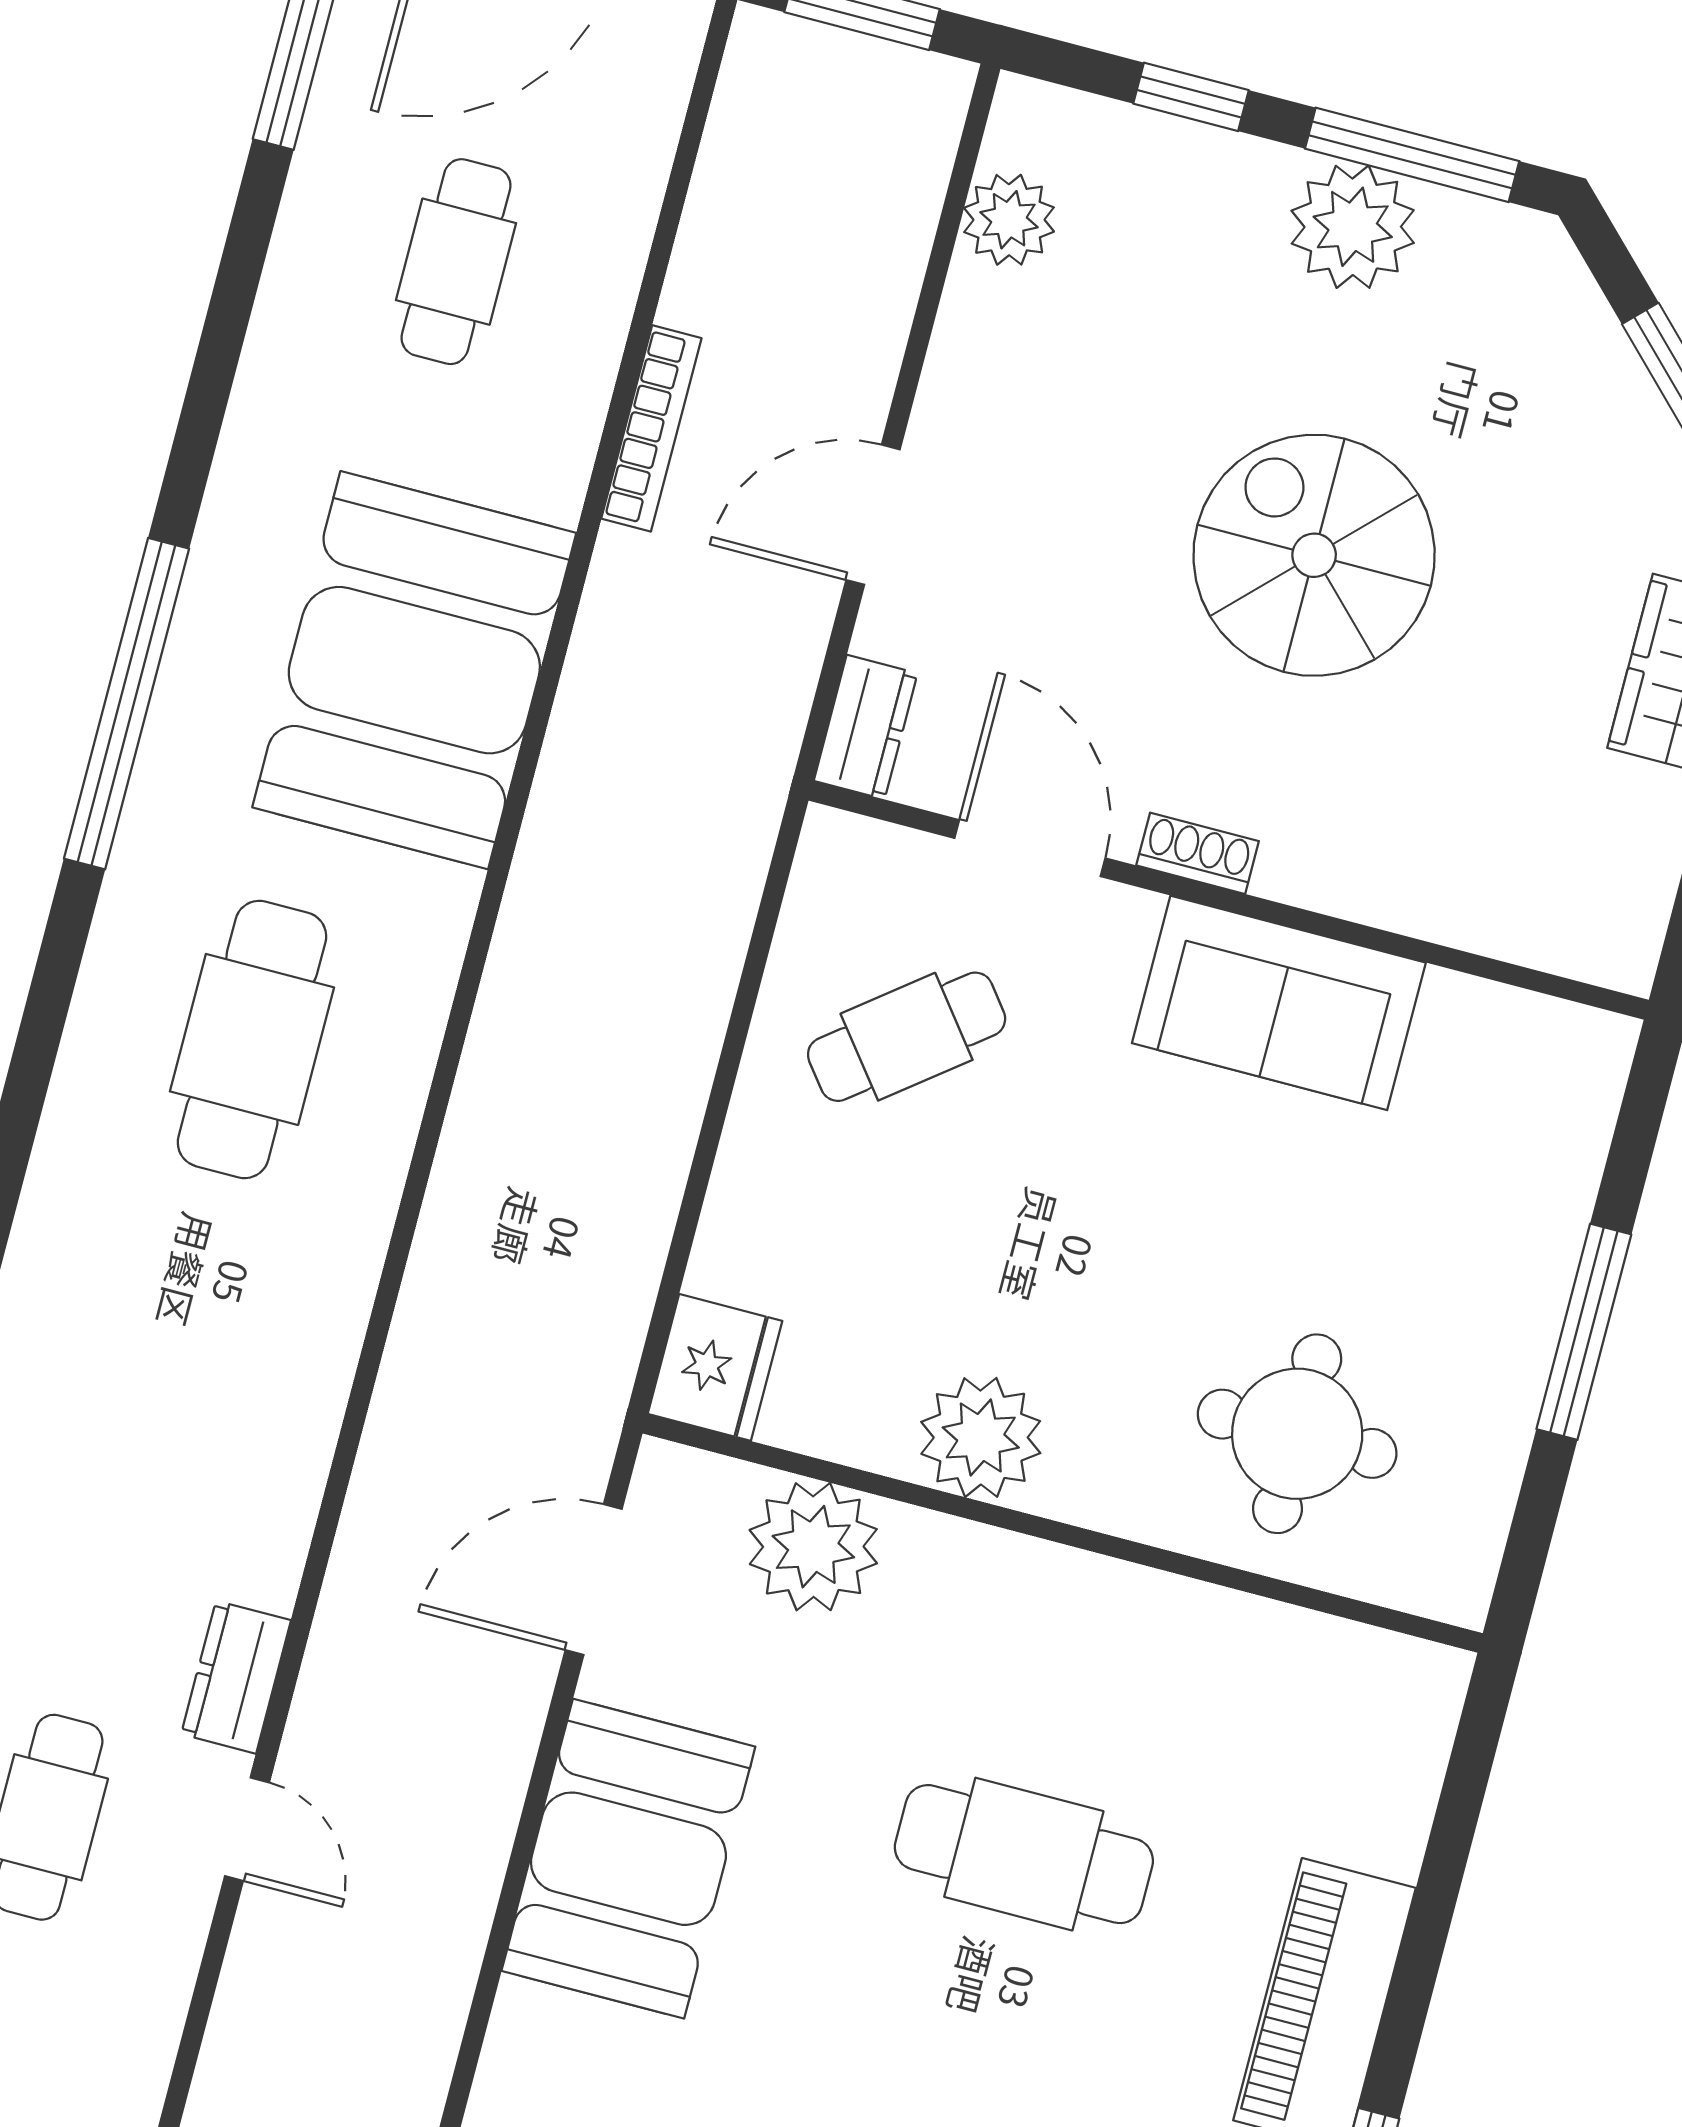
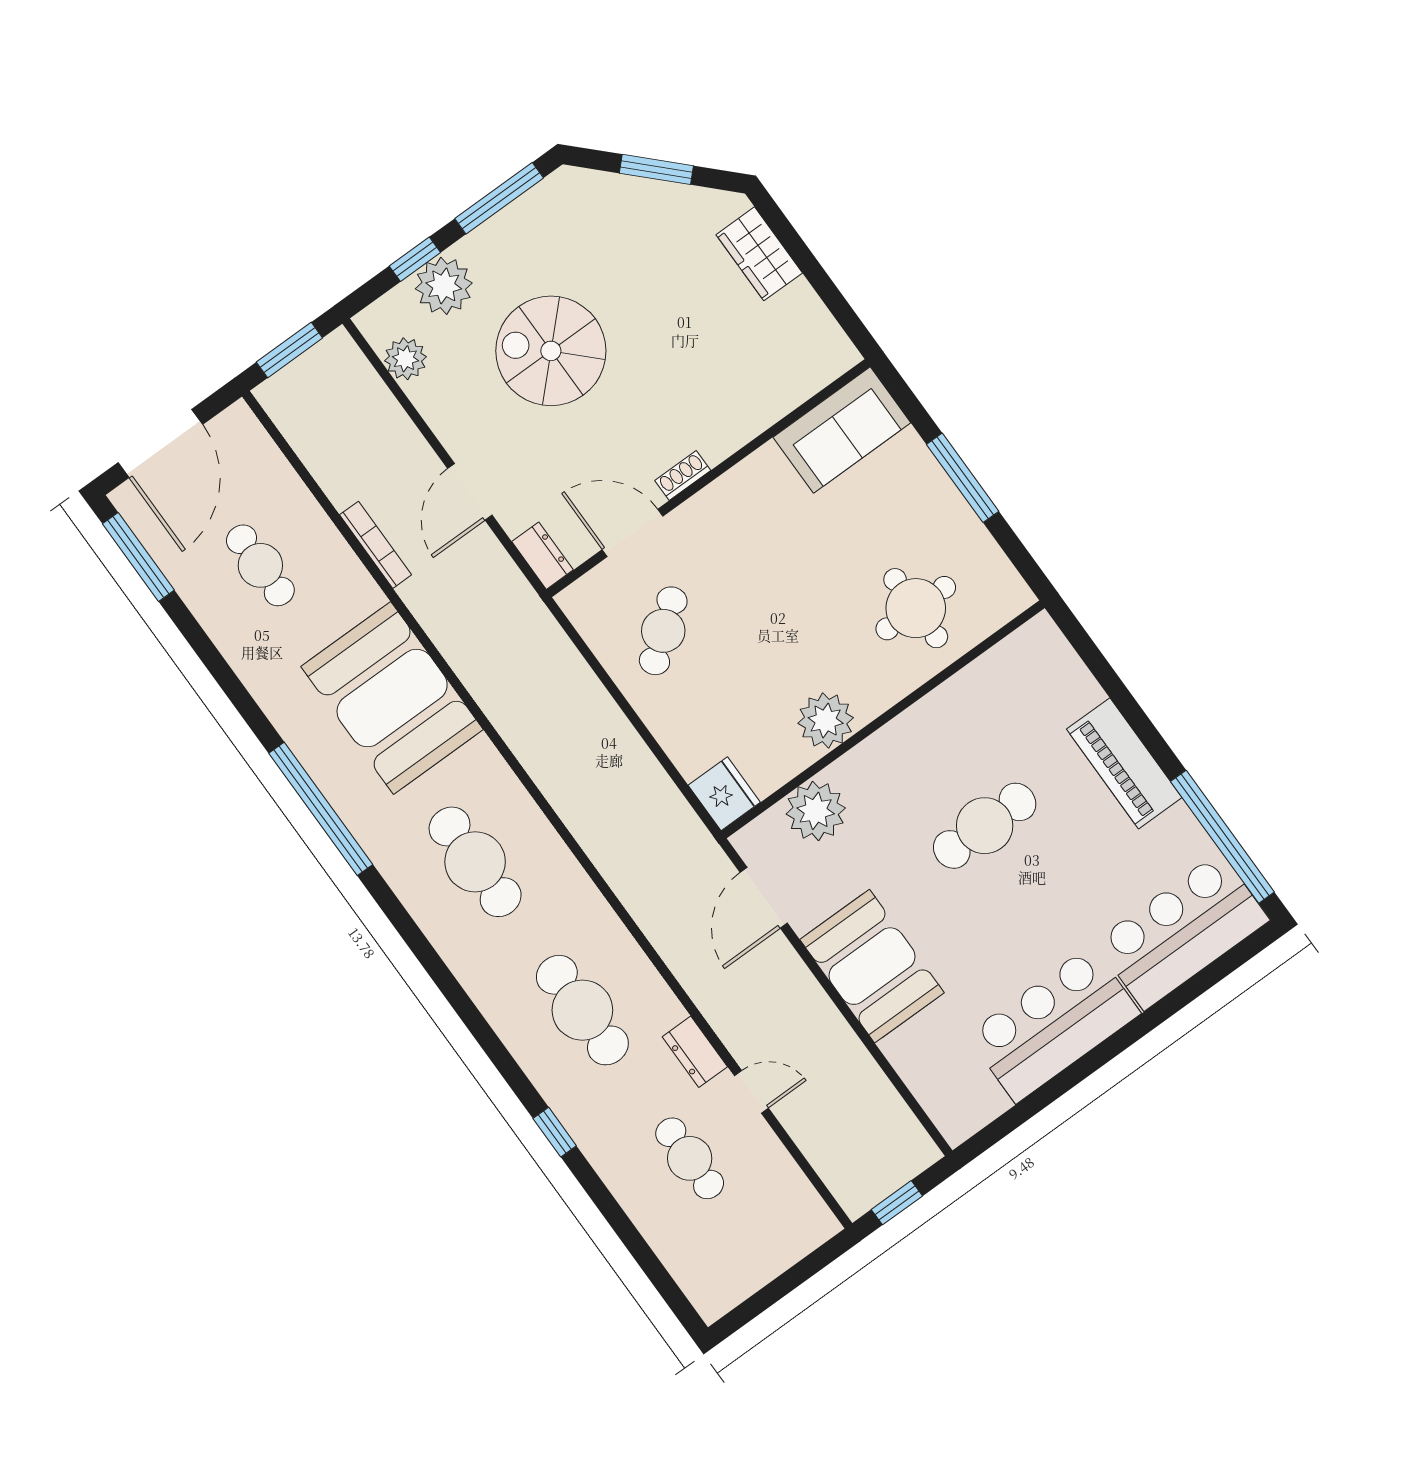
plant: (1353, 227) -> (444, 286), moved
spiral stairs: (1314, 555) -> (551, 351), moved
sofa: (1279, 1003) -> (842, 430), moved
cafe table: (150, 1428) -> (582, 1010), added

